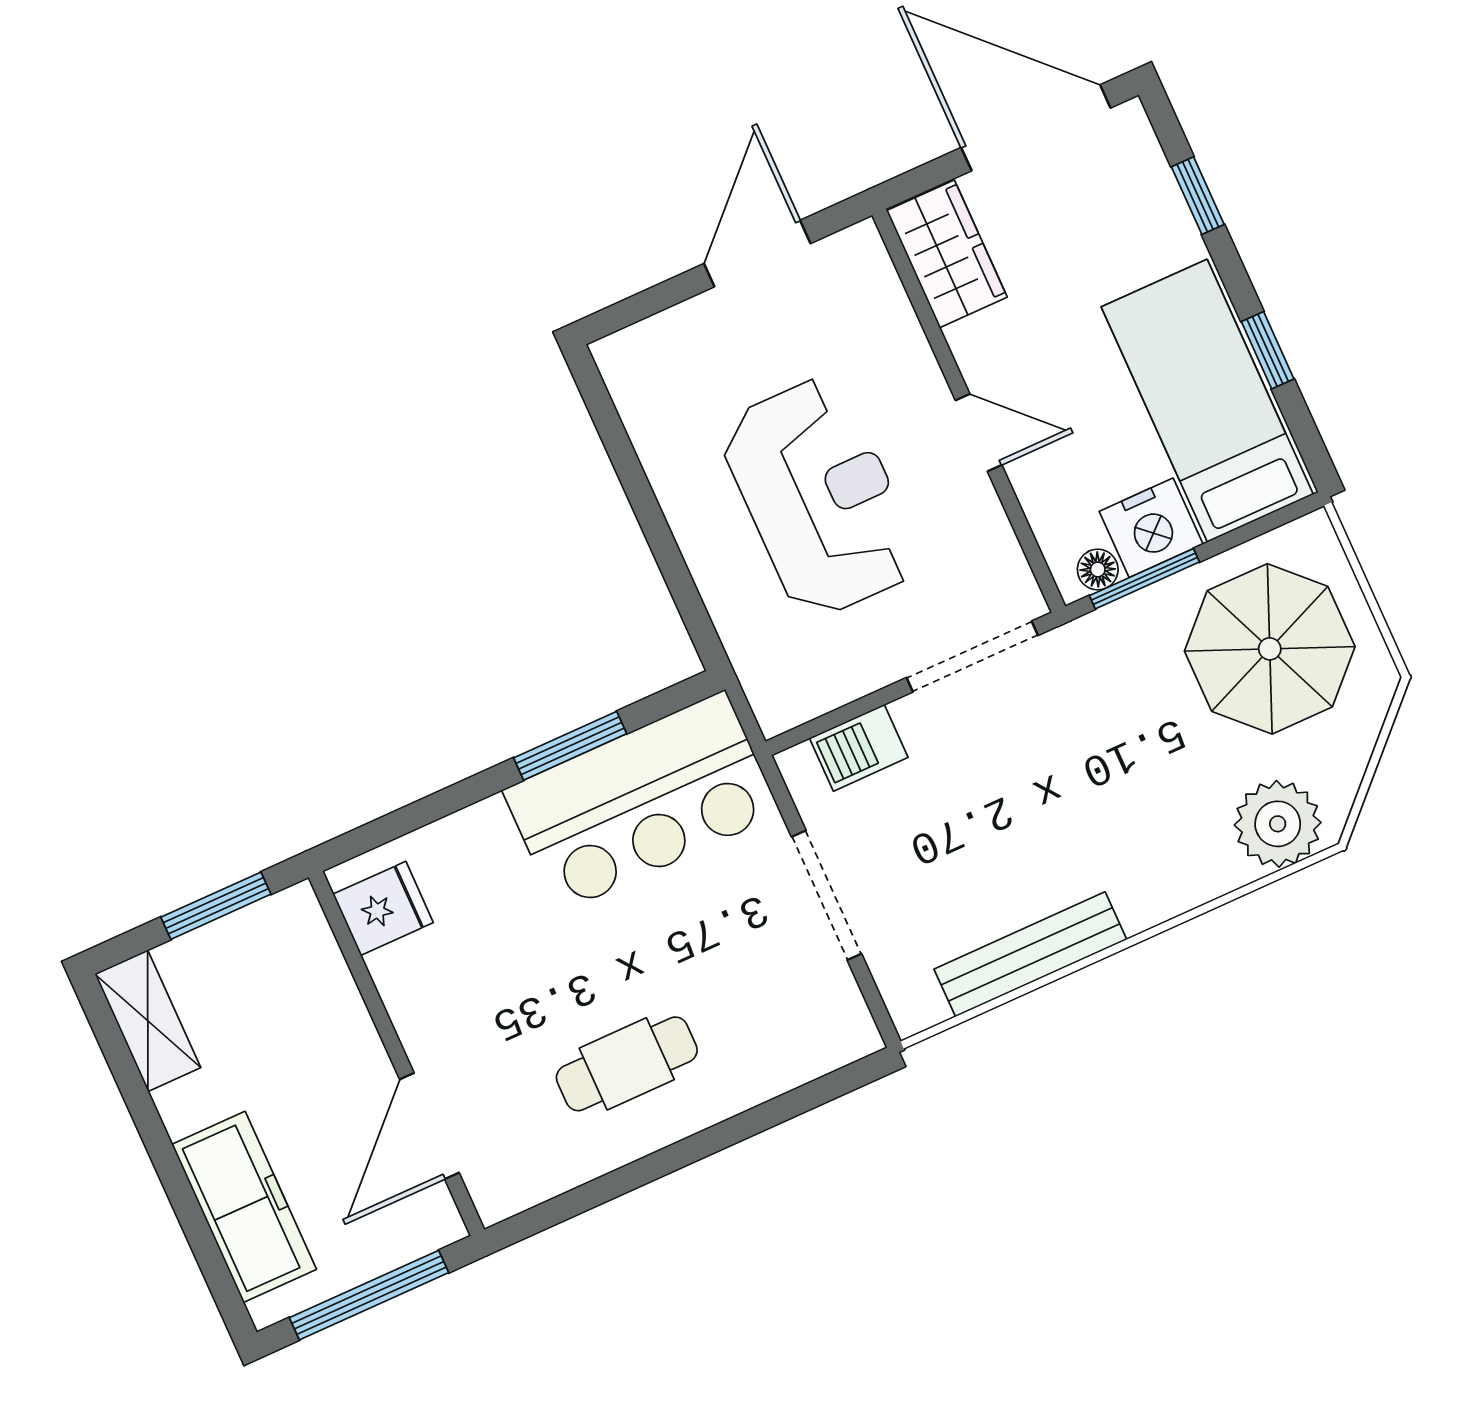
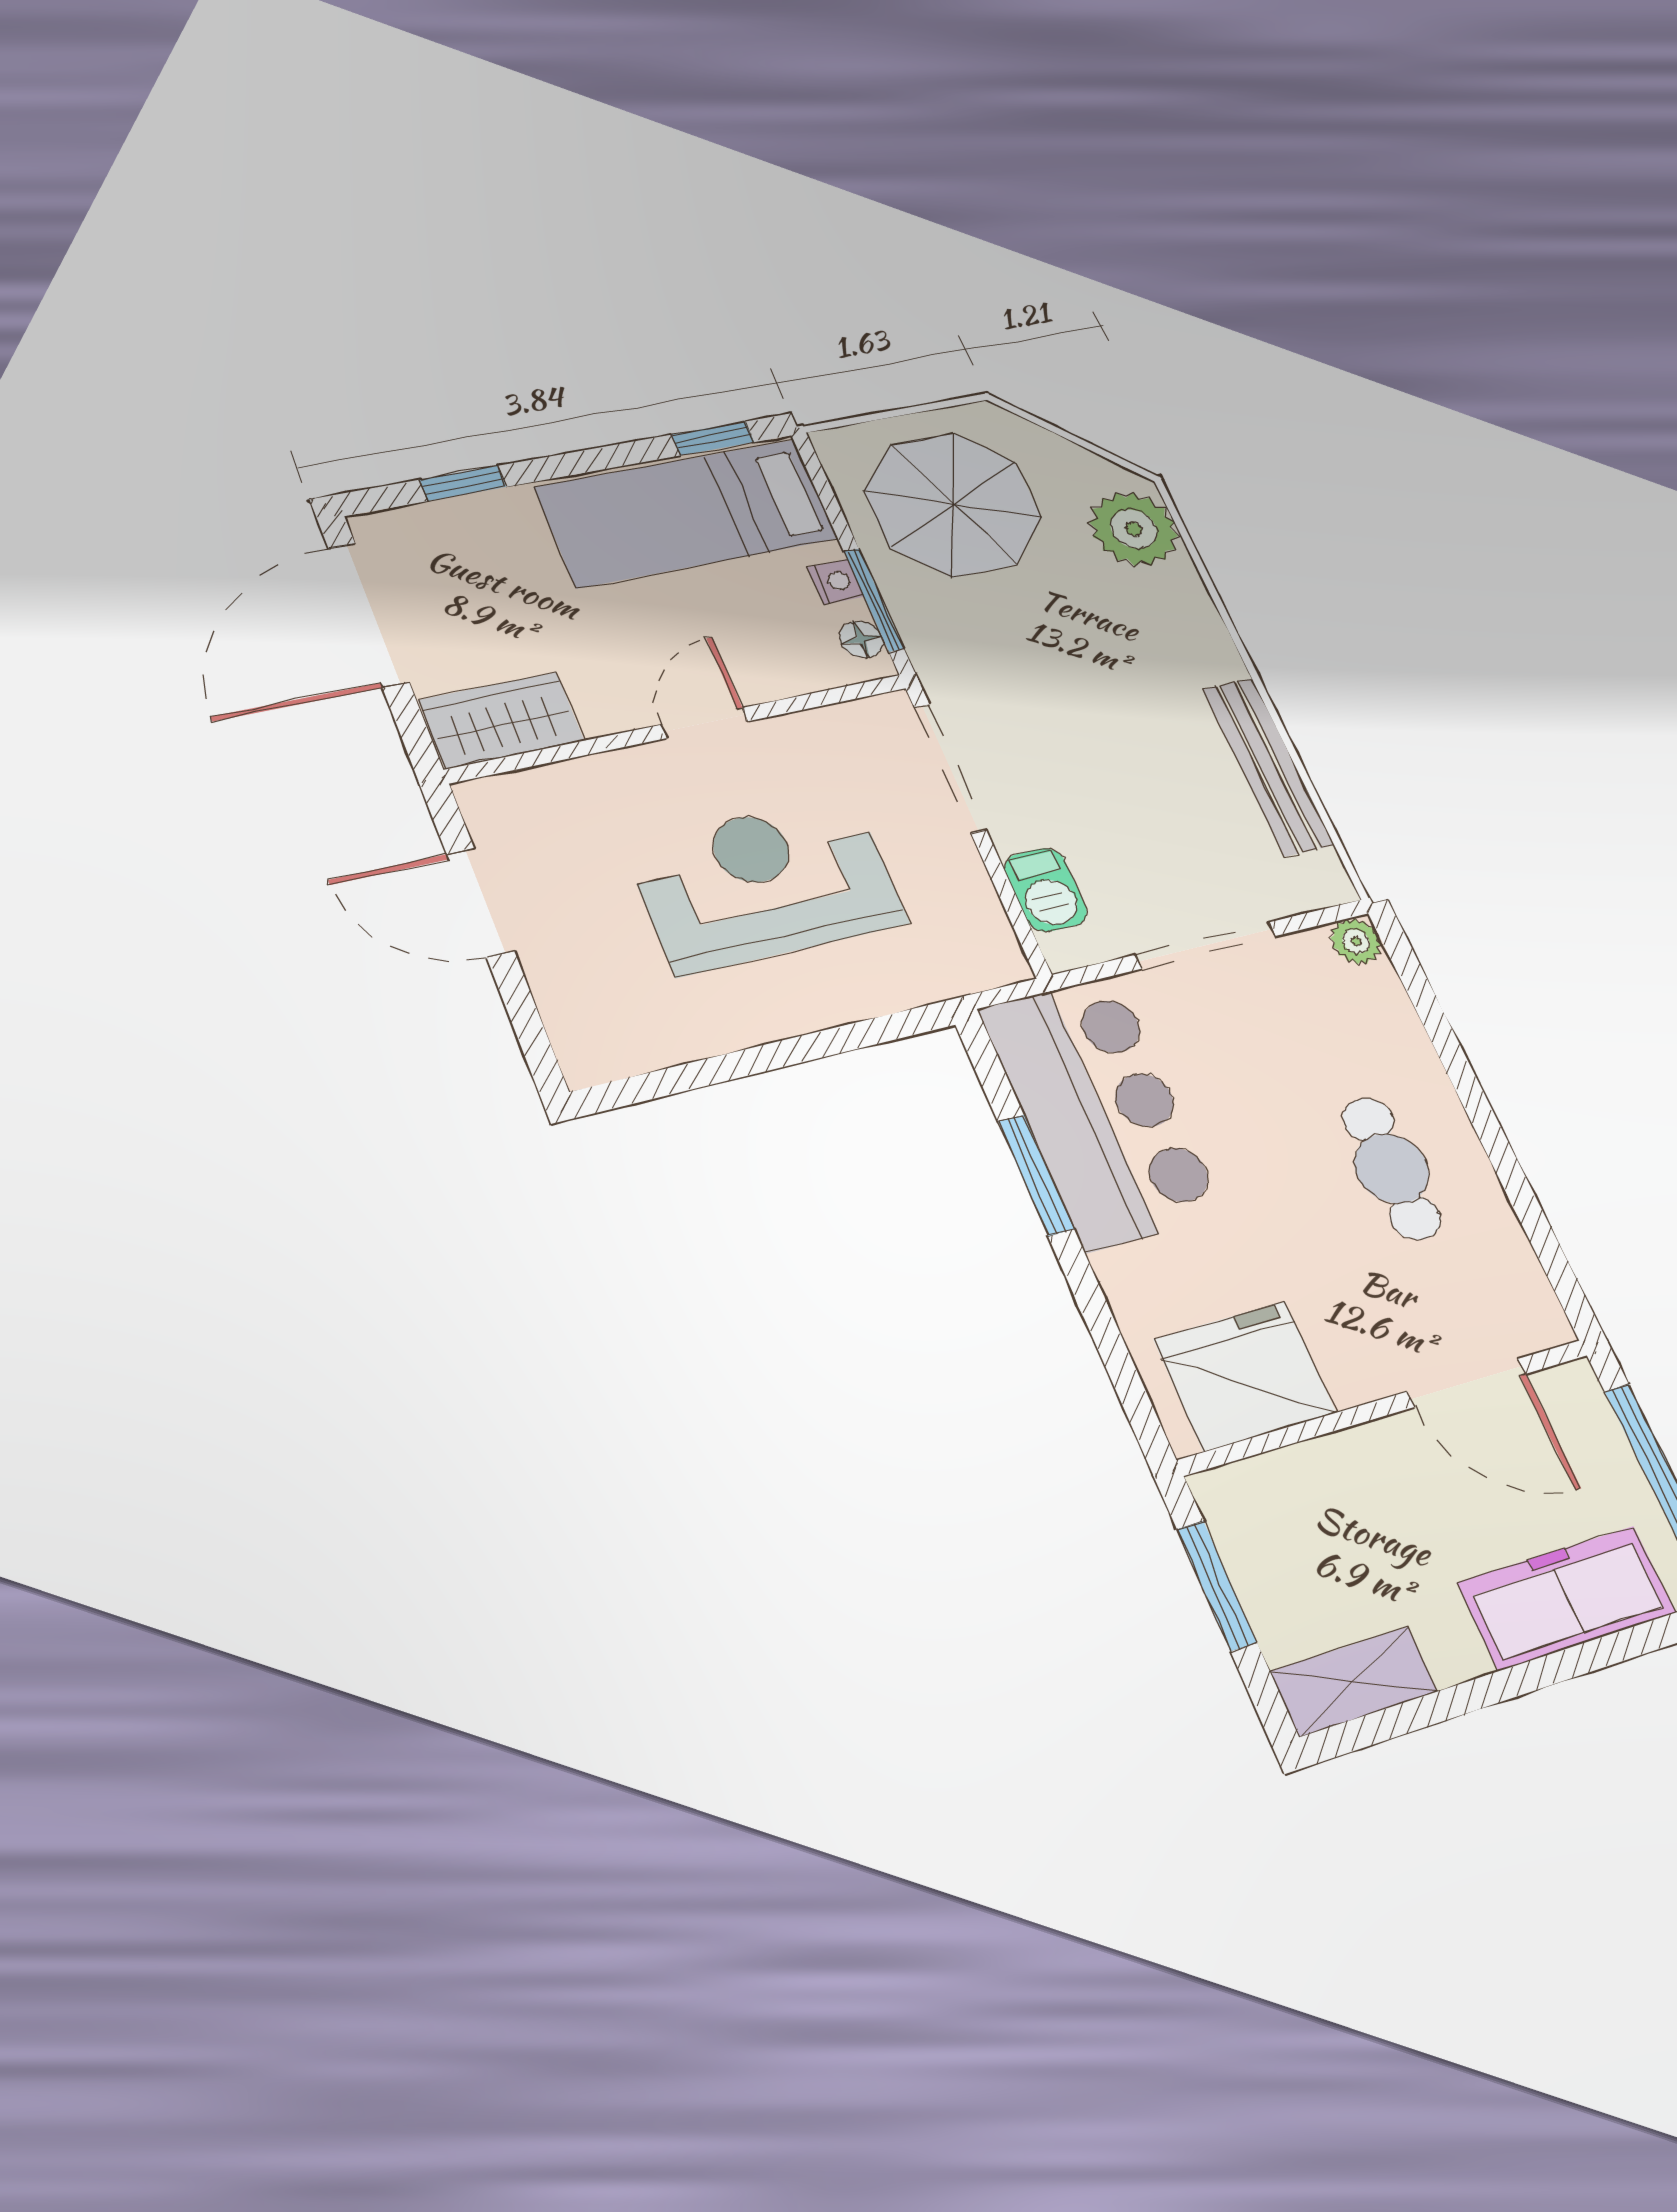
window: (1268, 350) -> (713, 438), moved
nightstand: (1151, 528) -> (836, 582), width x0.53, depth x0.56
fridge: (383, 908) -> (1245, 1376), width x1.88, depth x1.34
plant: (855, 1036) -> (1356, 941), added

